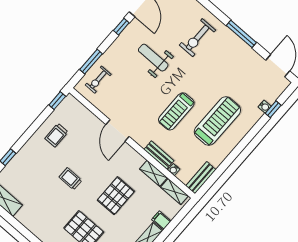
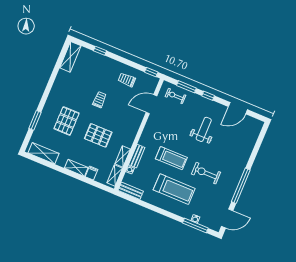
window: (121, 27) -> (208, 96), moved
window: (241, 34) -> (241, 186), width x1.46
exercise bike: (198, 38) -> (206, 173), moved
window: (273, 109) -> (195, 225), width x2.17
treadmill: (176, 111) -> (171, 158), turned 180
door: (118, 130) -> (152, 104), moved

